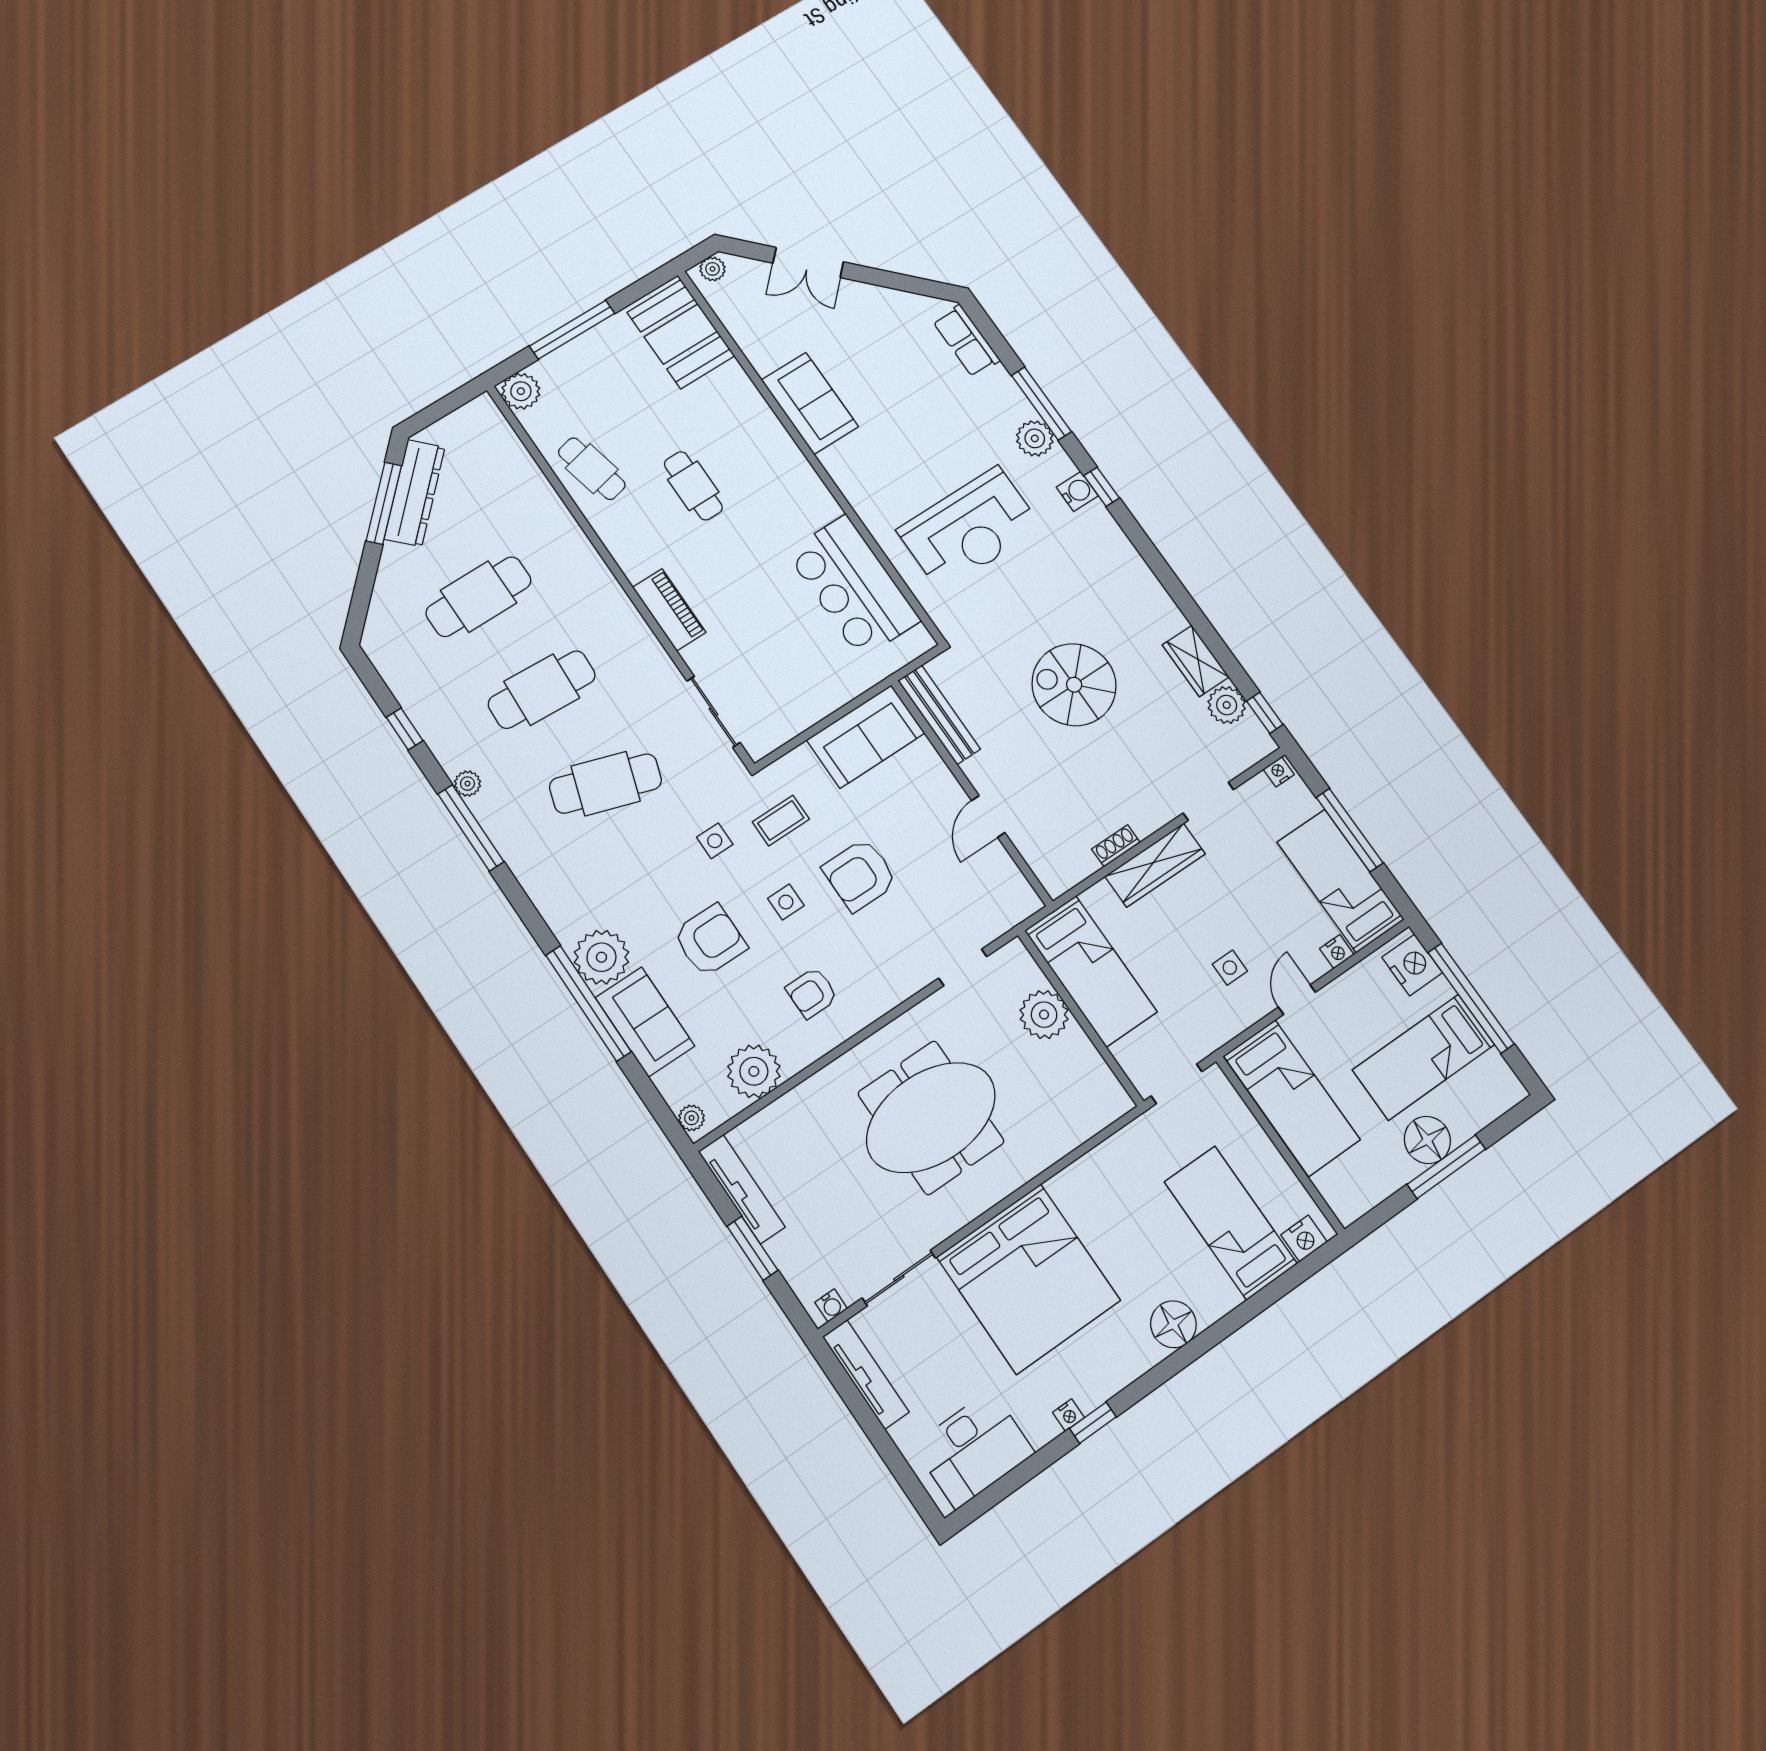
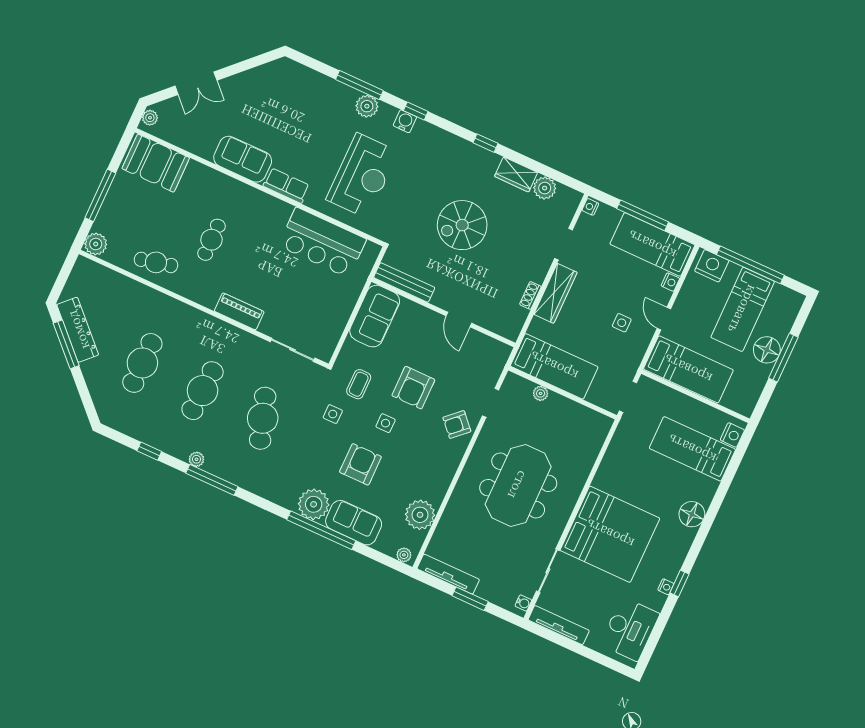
row of seats: (966, 341) -> (286, 186), moved, turned 180
cafe table: (693, 486) -> (211, 240), turned 90
window: (1265, 713) -> (486, 143), moved
cafe table: (606, 784) -> (263, 418), turned -36
armchair: (812, 993) -> (457, 424), moved, turned 47
plant: (1044, 1015) -> (541, 393), width x0.53, depth x0.53

